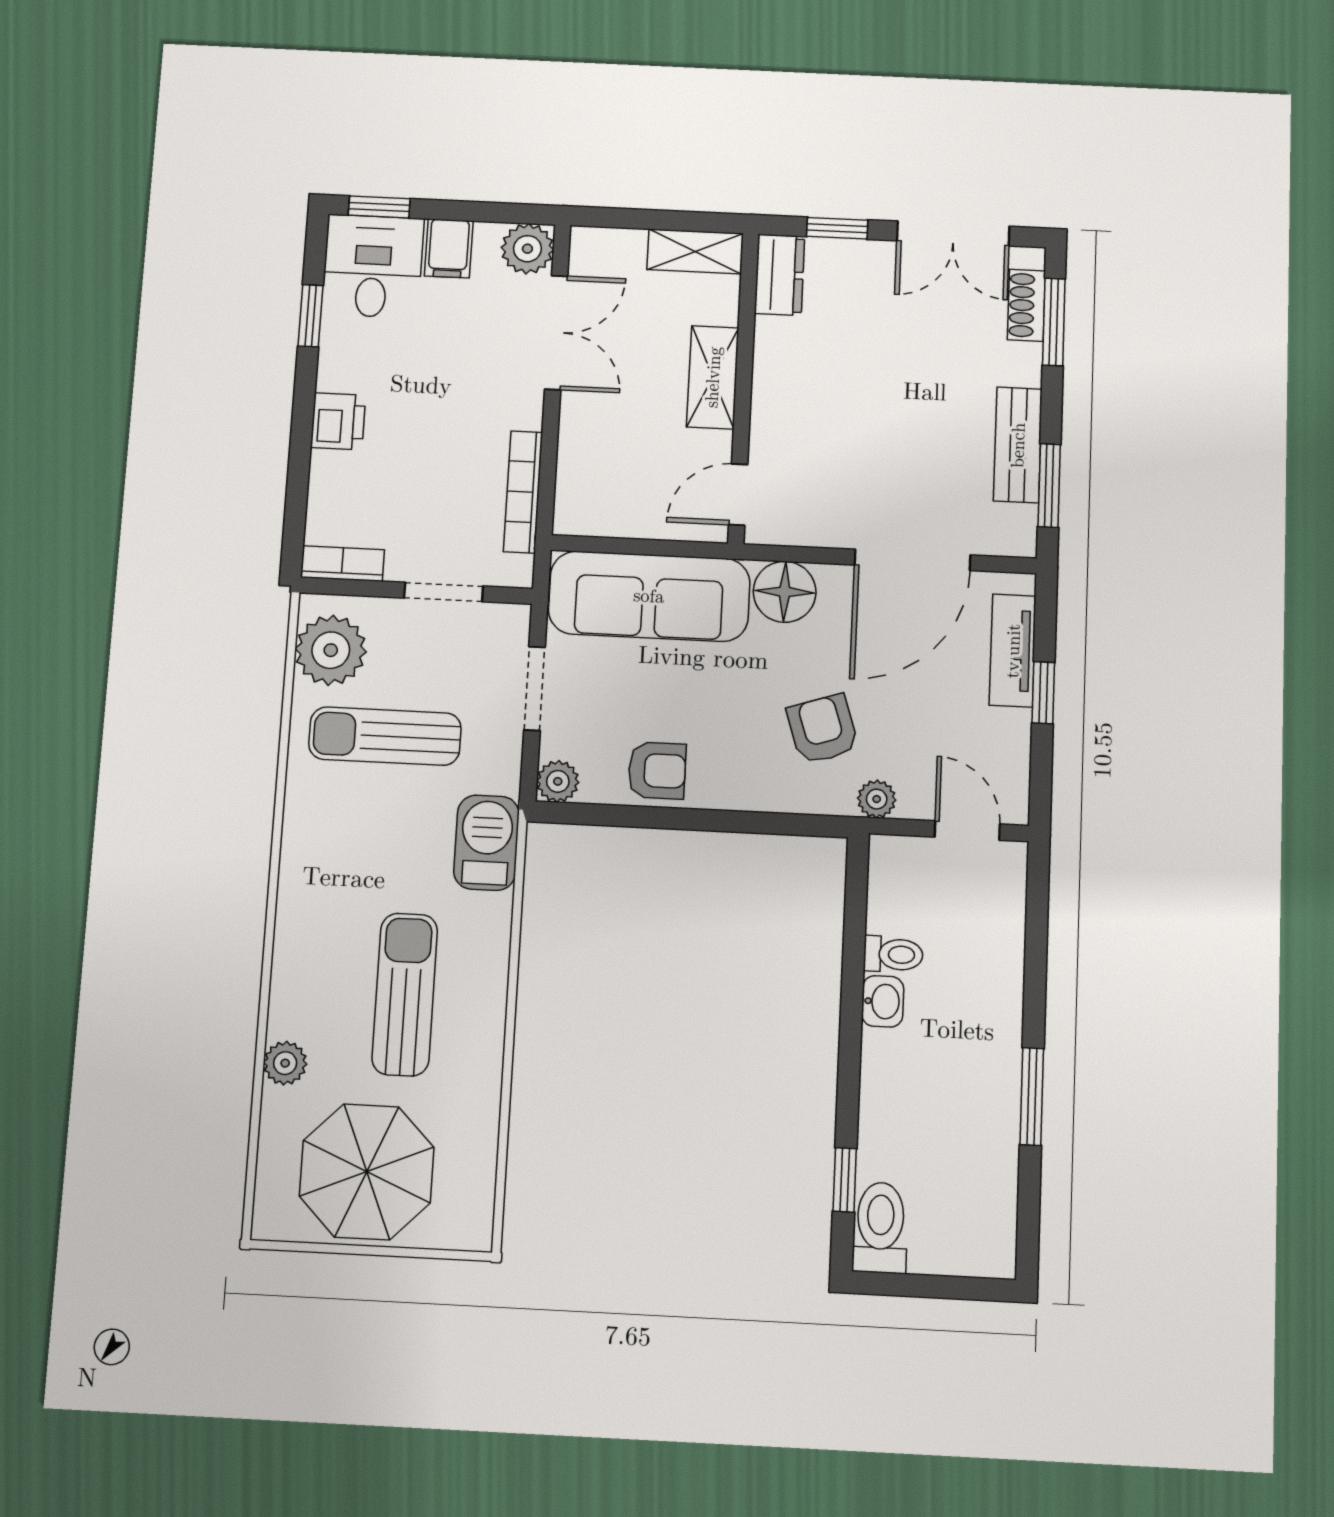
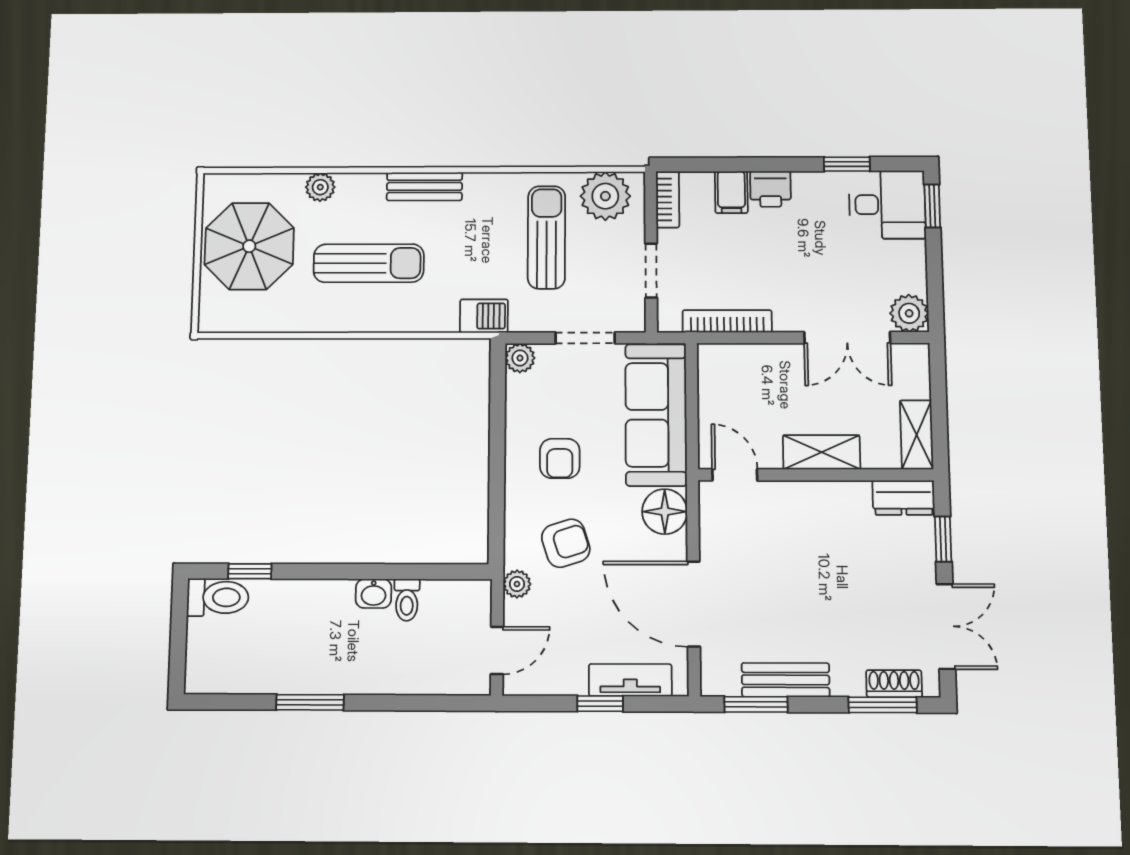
double door: (953, 234) -> (946, 626), swing flipped
filing cabinet: (449, 248) -> (731, 192), moved, turned -90
armchair: (657, 770) -> (560, 458), moved
barbecue: (487, 843) -> (484, 316), width x0.73, depth x0.79
bench: (296, 909) -> (424, 186), added

